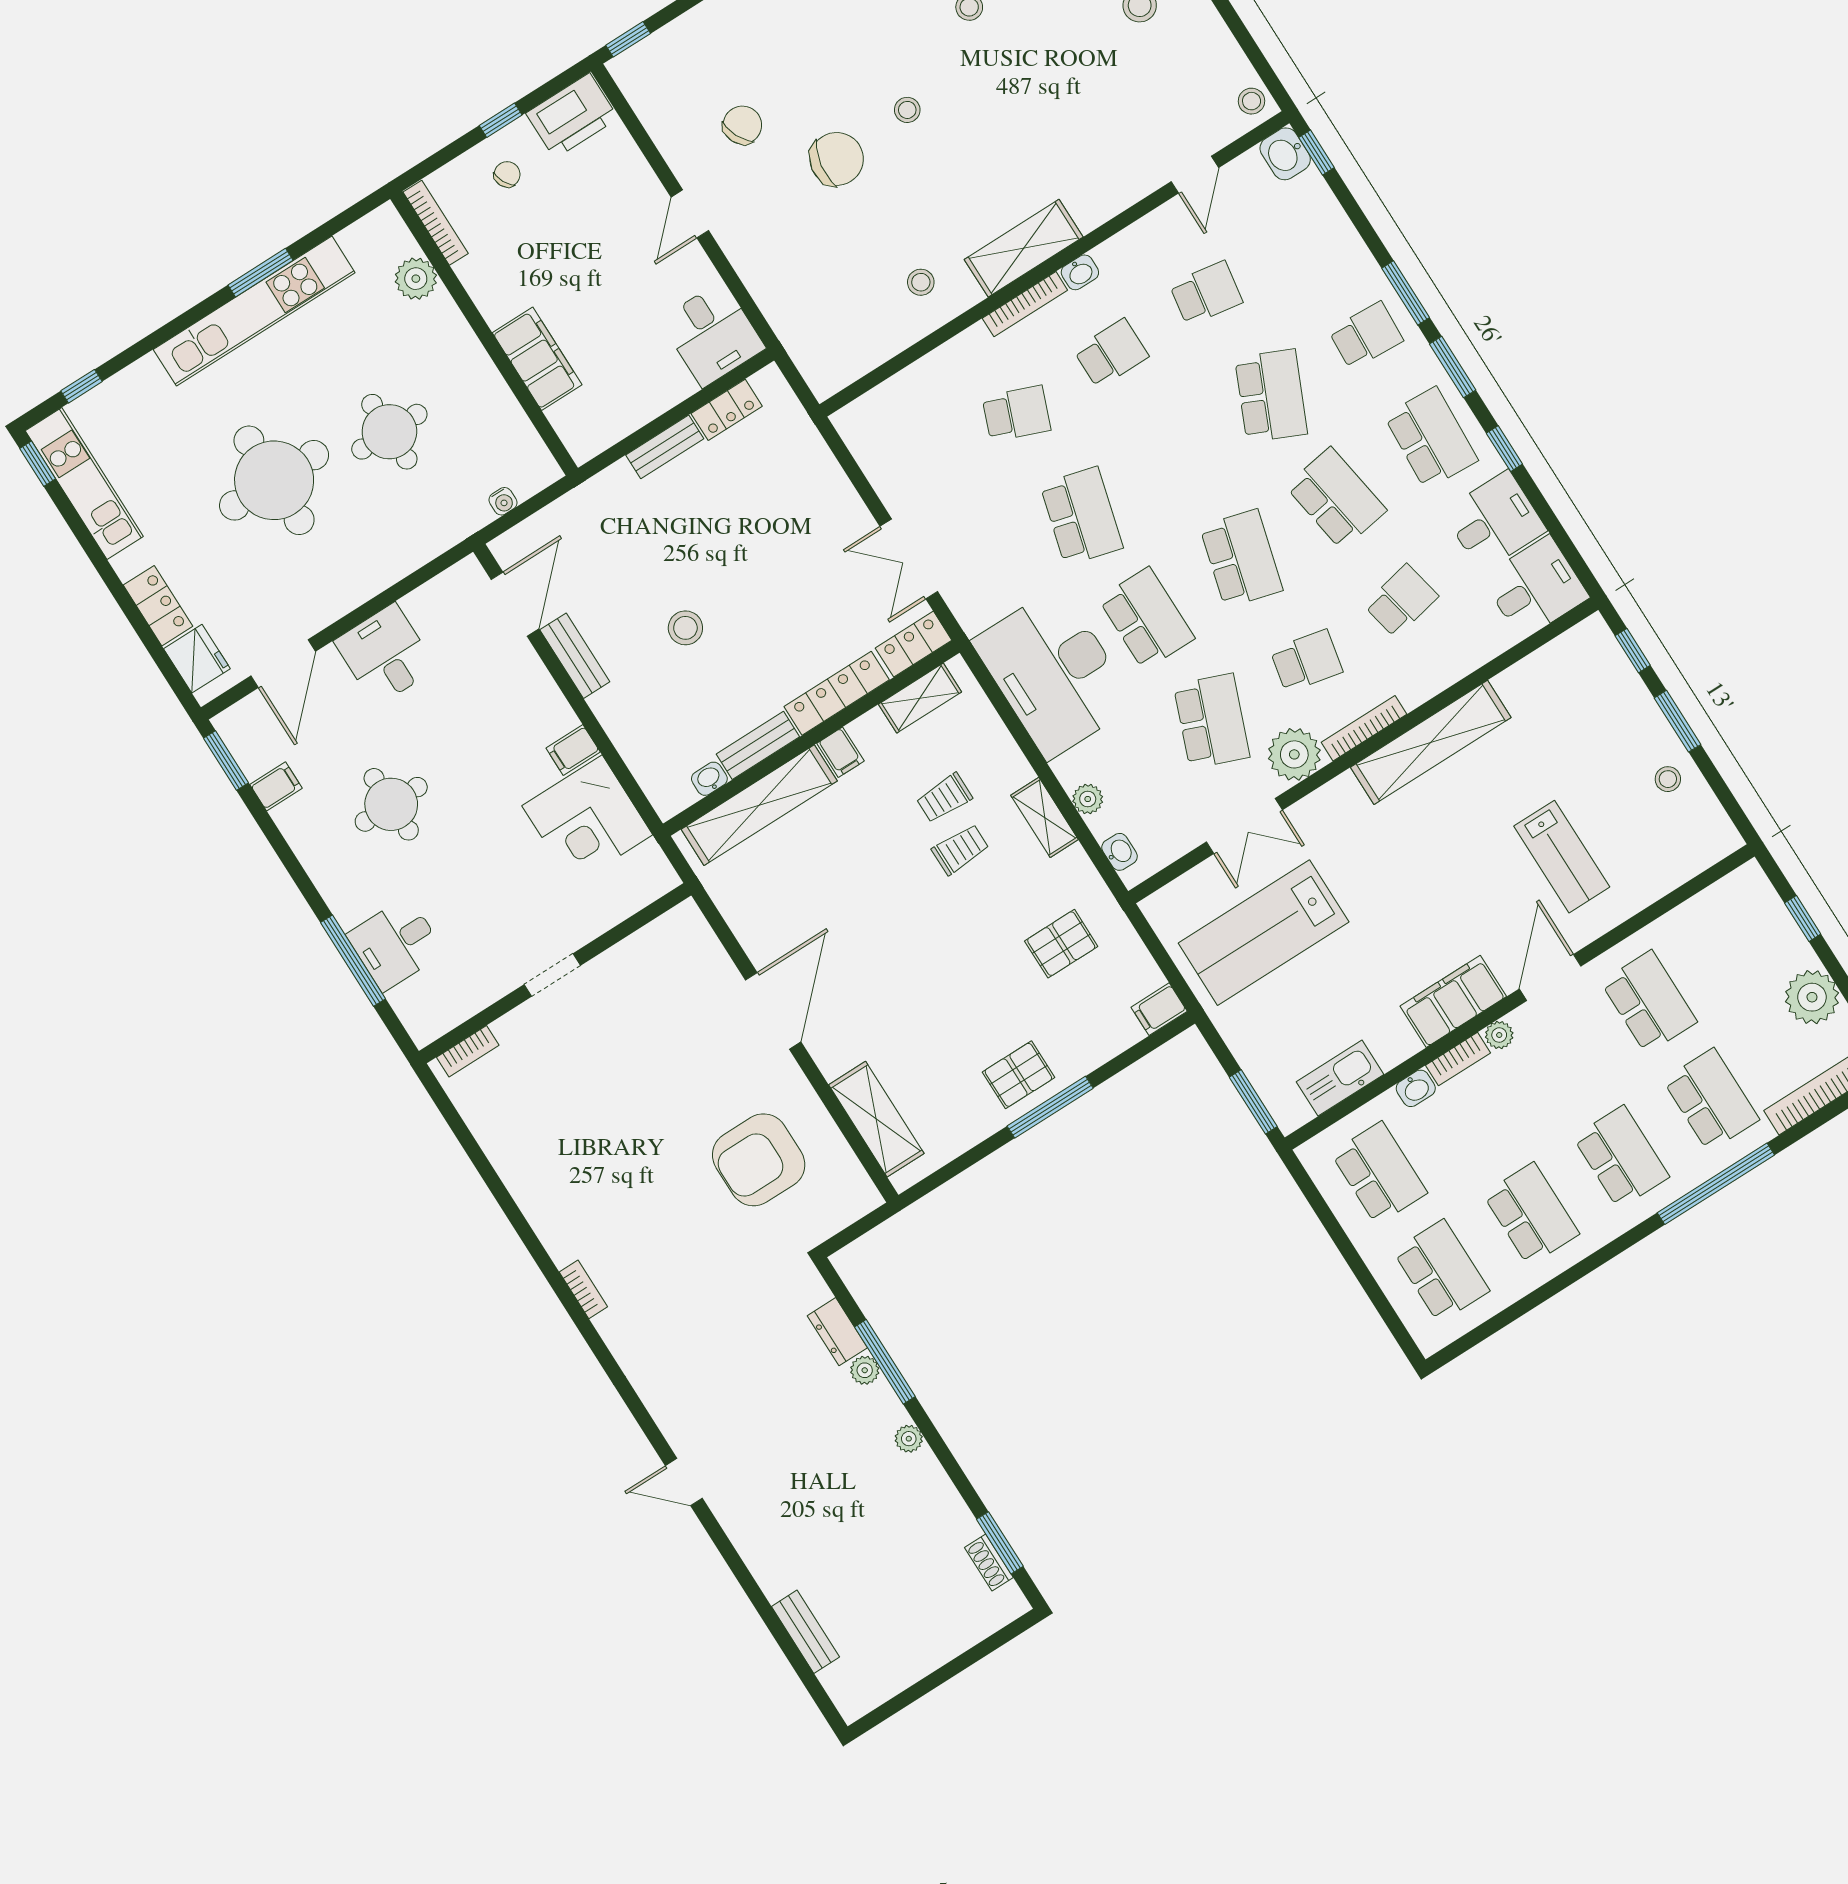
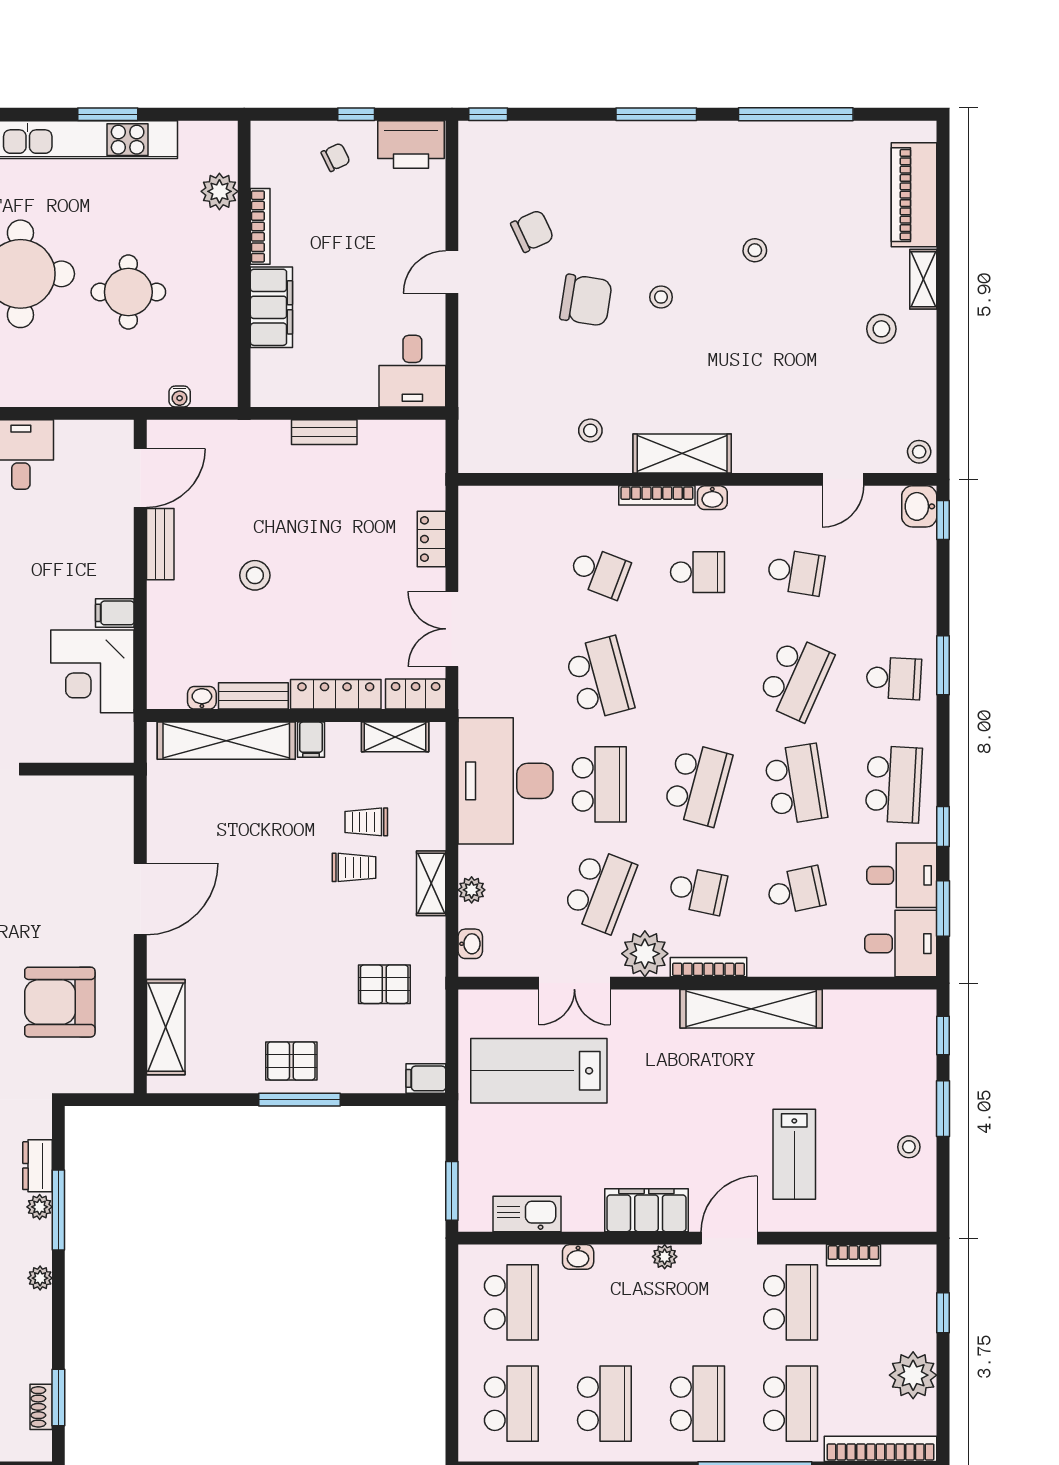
bookcase: (436, 223) -> (260, 226), moved
window: (1453, 367) -> (943, 909), moved
locker: (727, 410) -> (432, 539), moved, turned 90
school desk: (1081, 516) -> (599, 678), turned -30
bookcase: (1458, 1059) -> (853, 1255), moved

